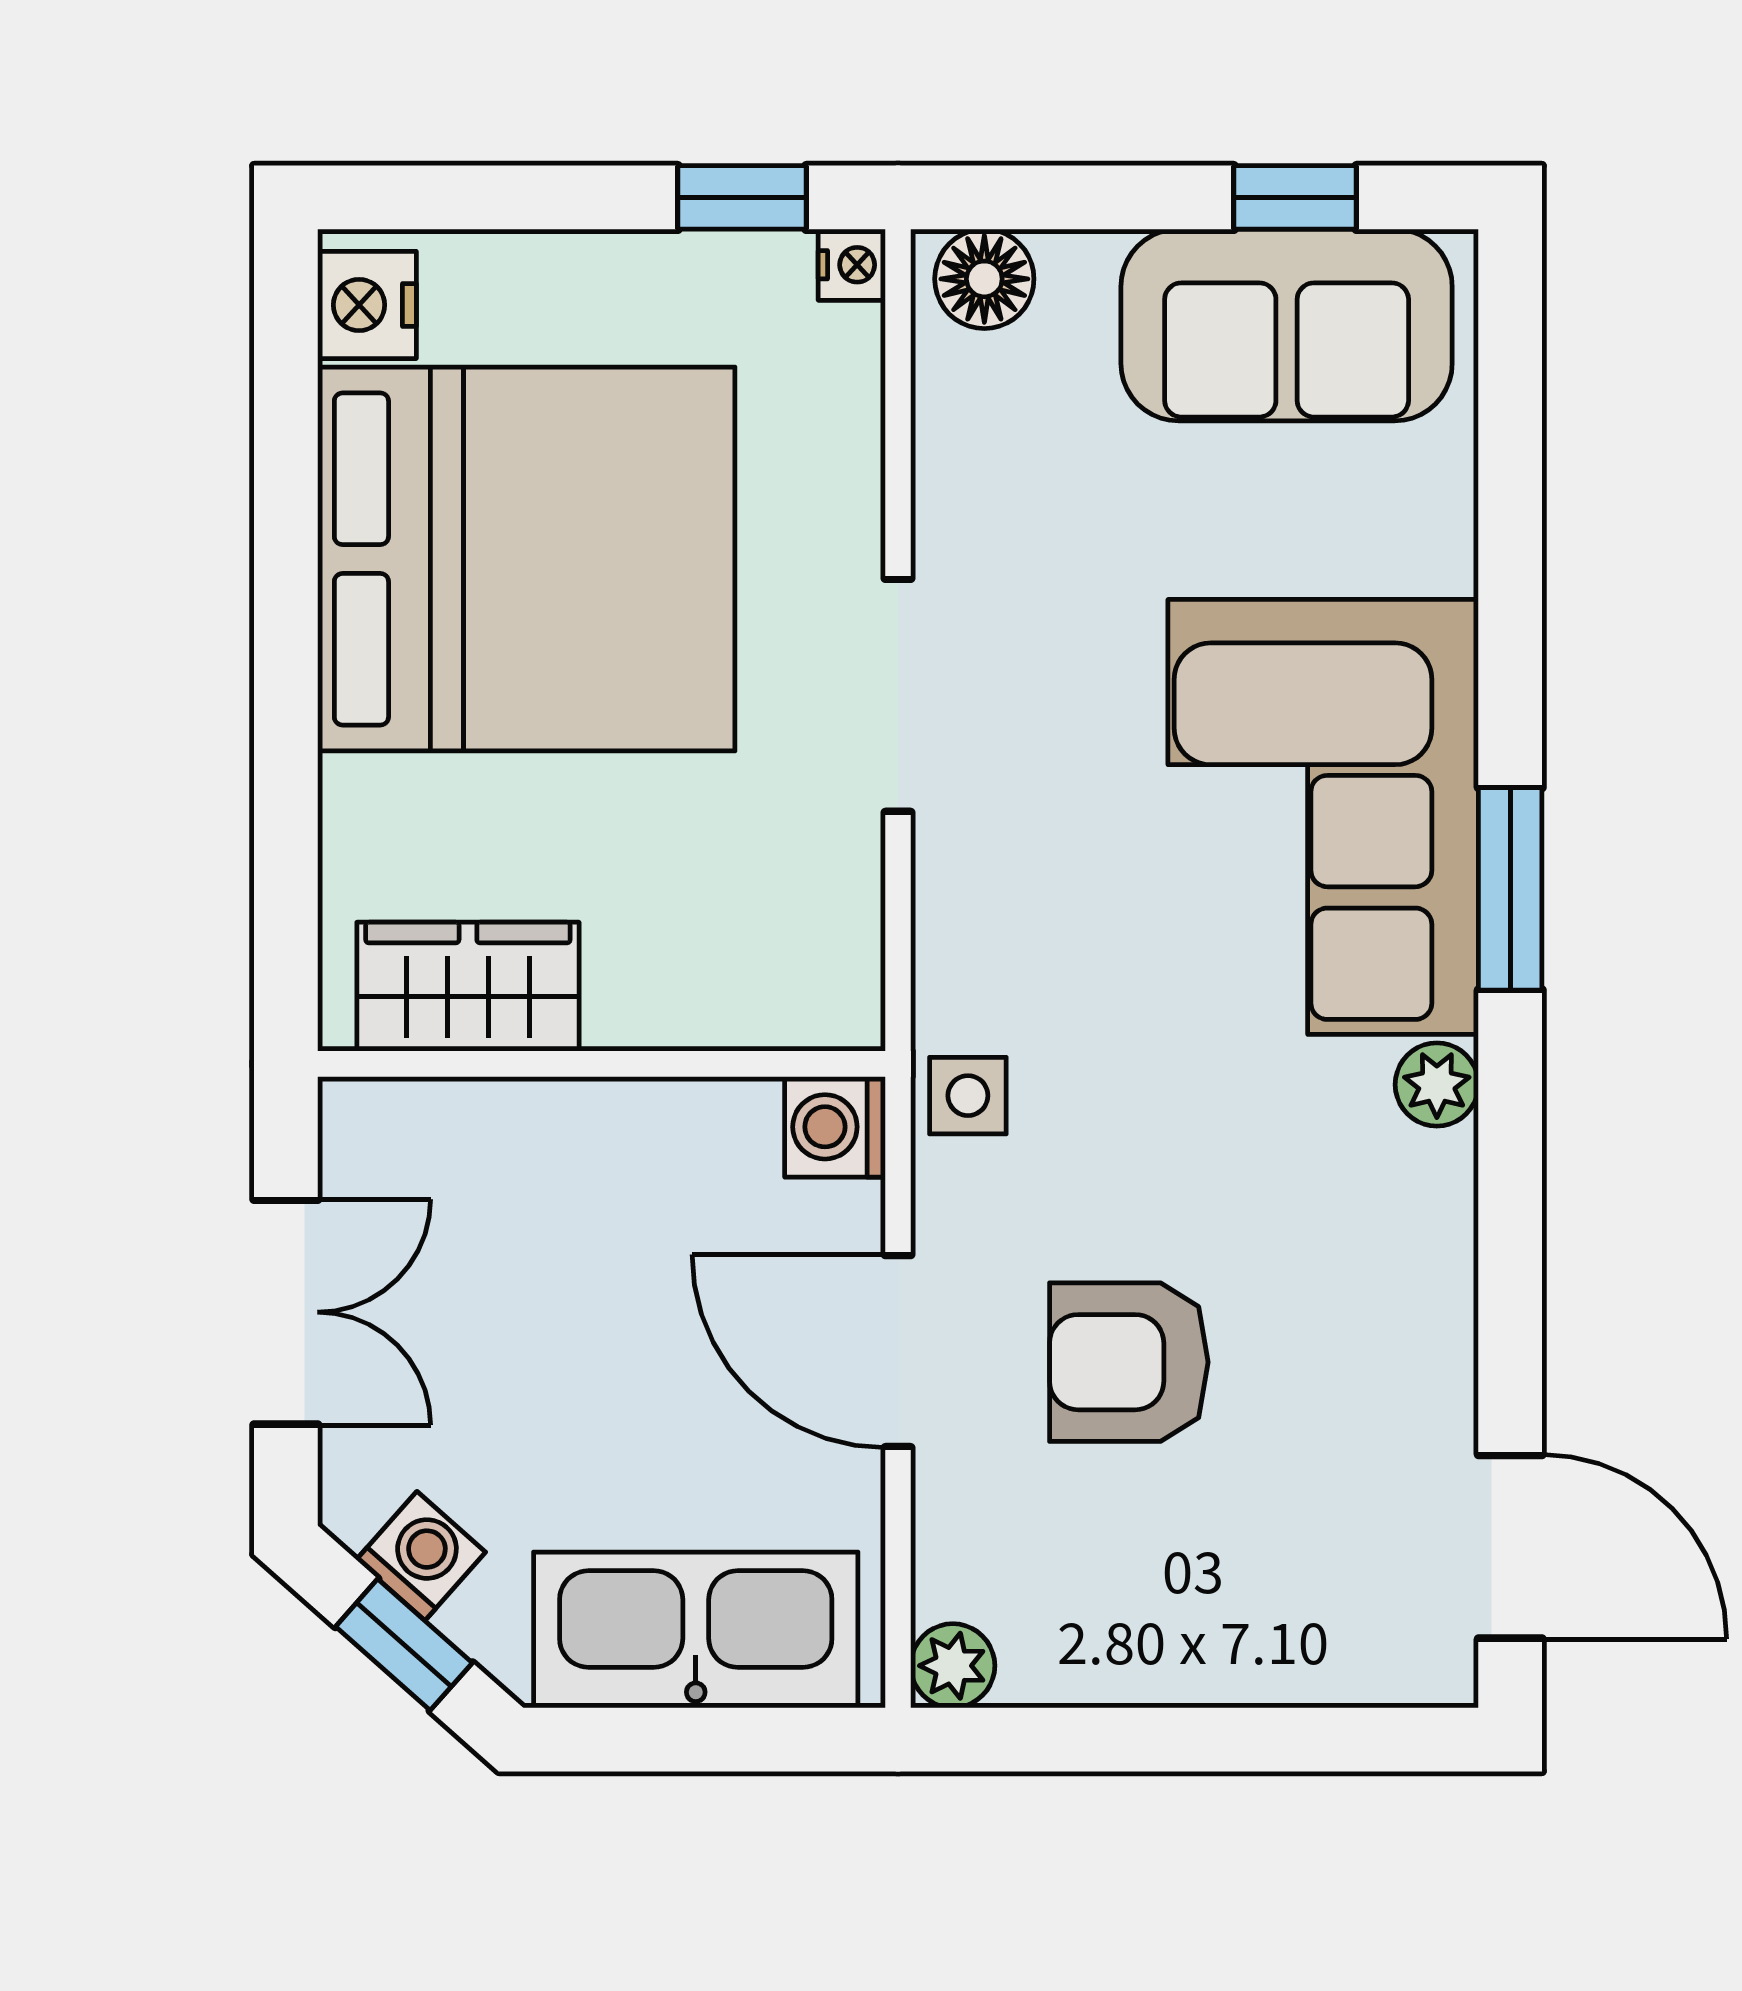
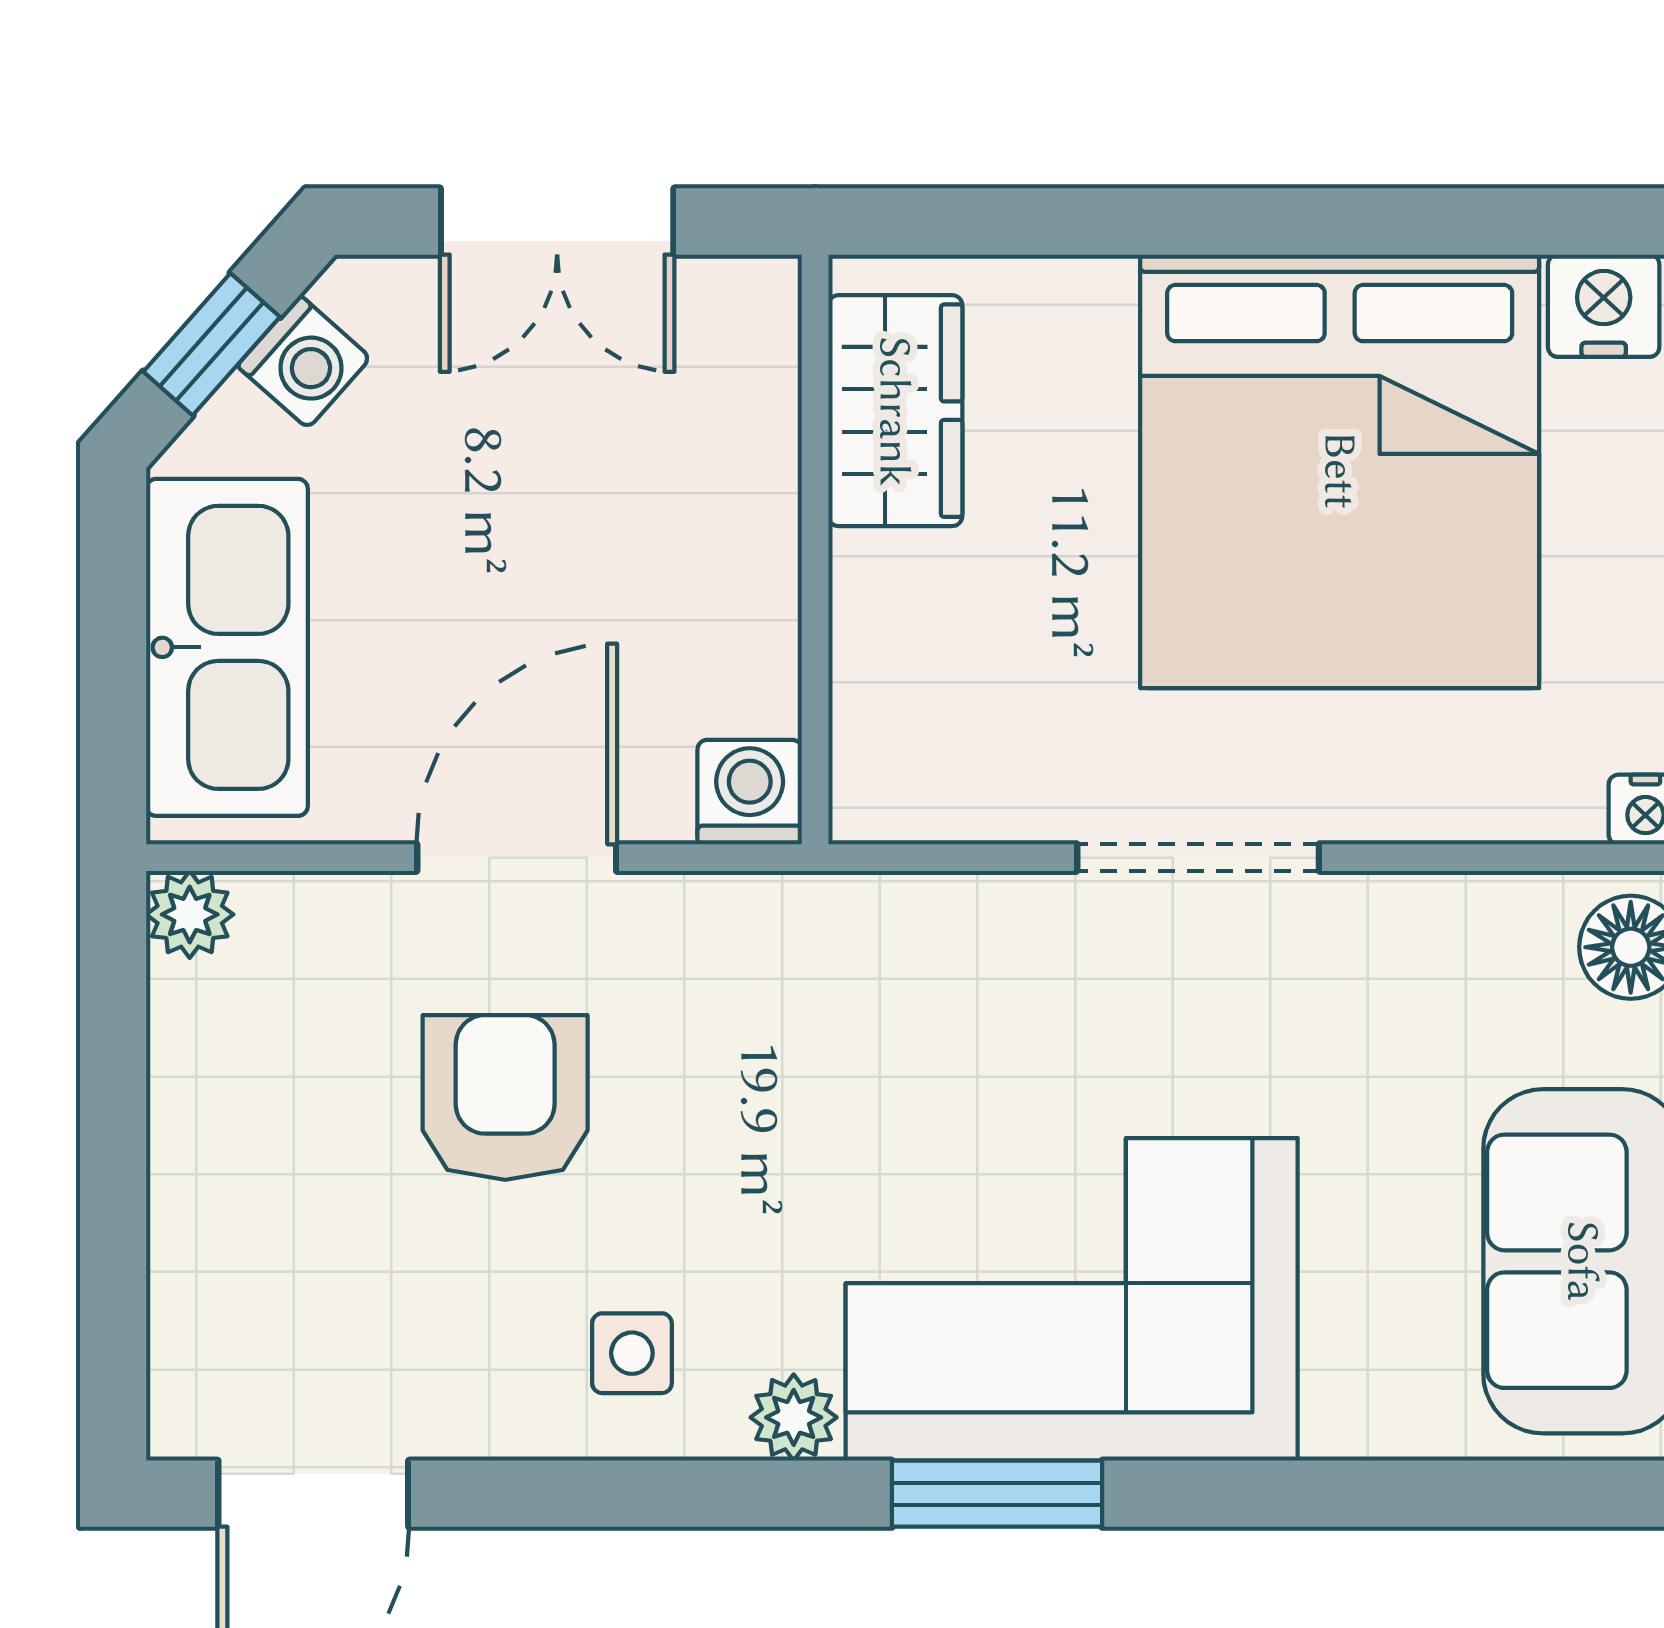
side table: (968, 1096) -> (632, 1353), moved

